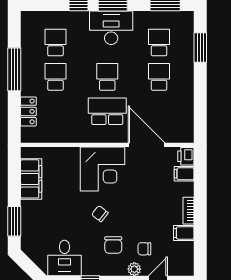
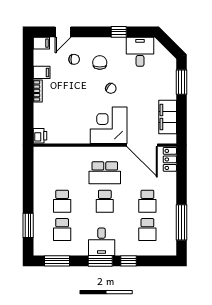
desk: (111, 28) -> (102, 242), width x0.73
window: (14, 69) -> (181, 222), moved
locker: (28, 111) -> (170, 159), moved
door: (147, 145) -> (142, 145), moved
filing cabinet: (184, 174) -> (41, 43), moved
plant: (134, 269) -> (82, 43), removed

